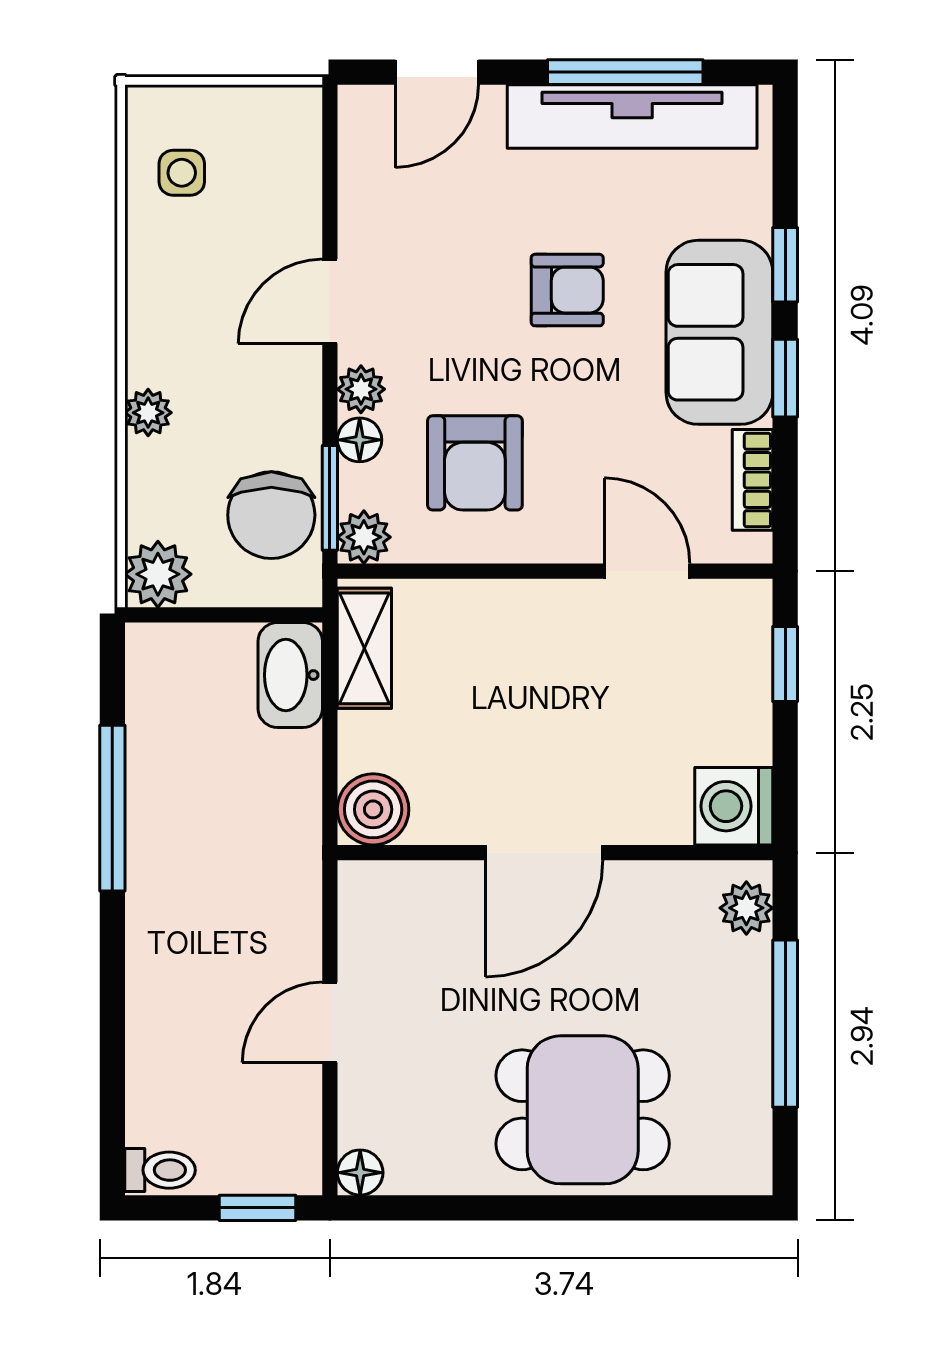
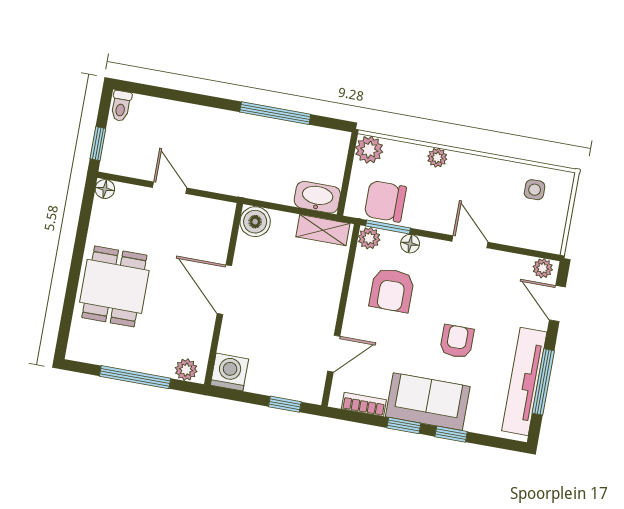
armchair: (567, 290) -> (457, 341), turned 180
plant: (361, 389) -> (543, 268), moved
armchair: (475, 463) -> (392, 290), turned -90

